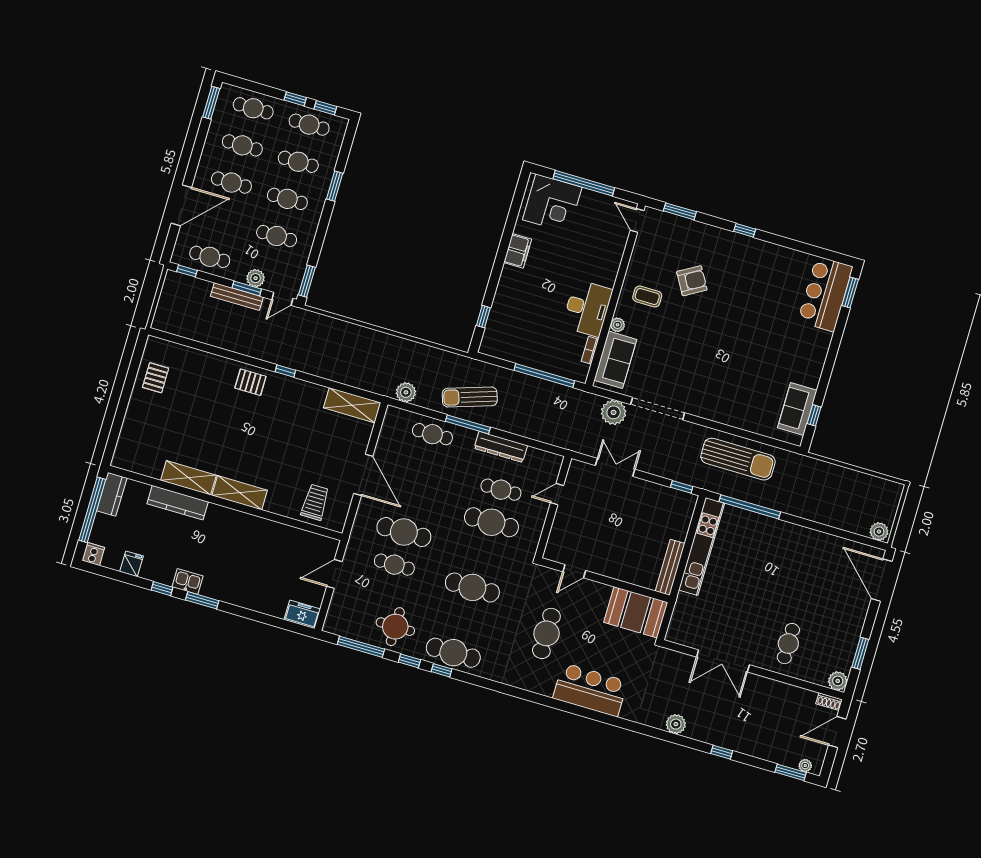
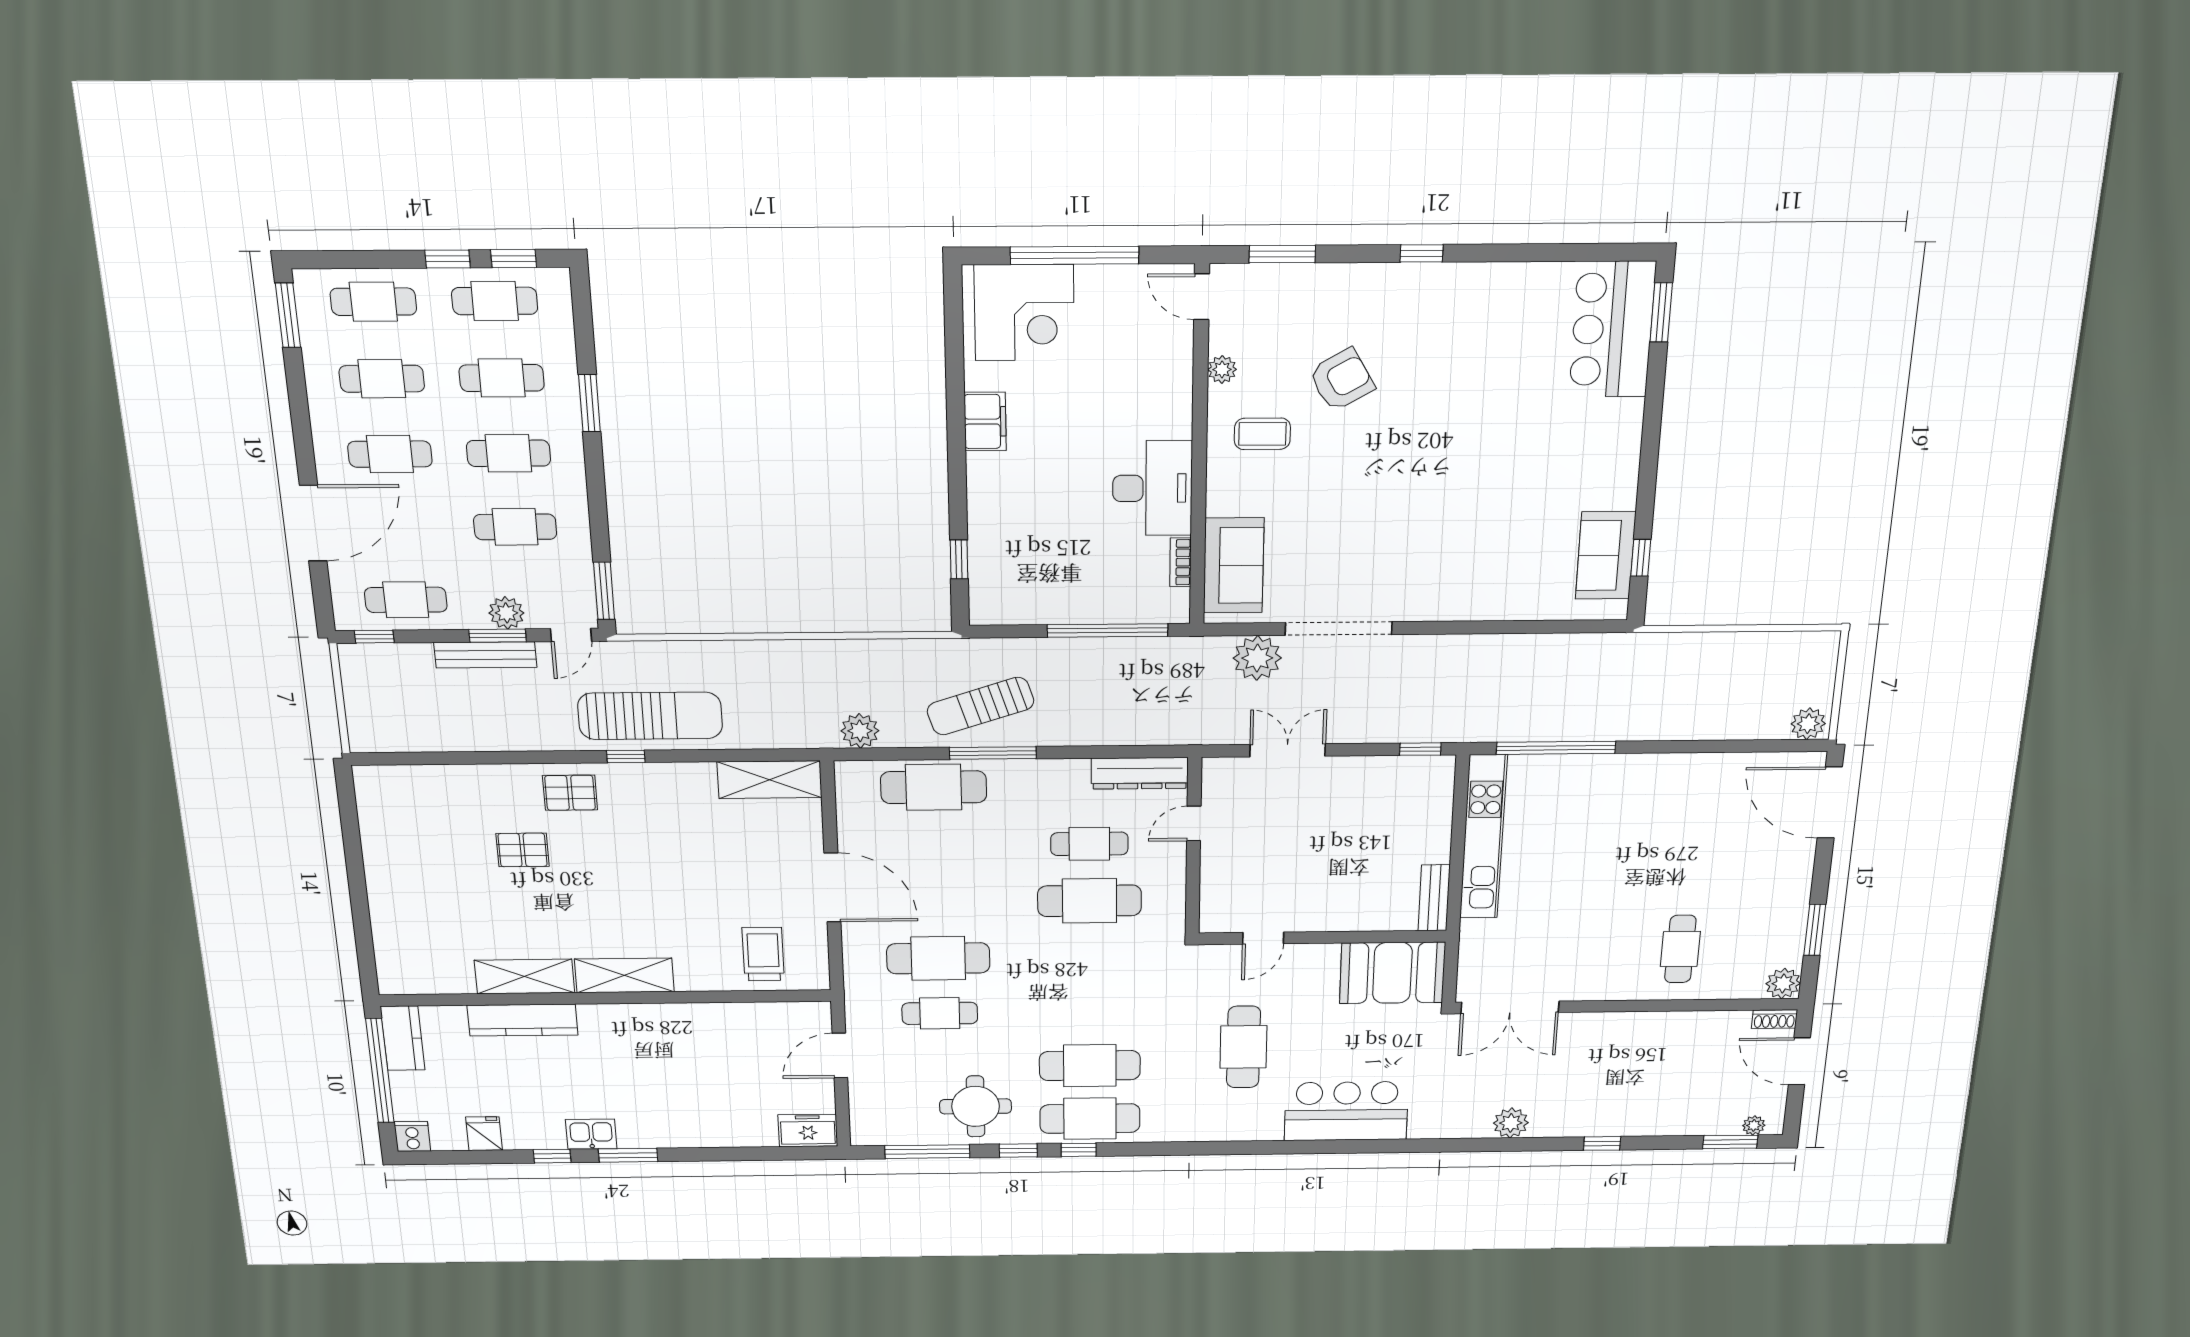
plant: (618, 325) -> (1222, 370), moved
pallet: (156, 378) -> (523, 850), moved, turned 90
cafe table: (432, 434) -> (934, 787), width x1.37, depth x1.35
dresser: (501, 447) -> (1140, 773), moved
sun lounger: (738, 459) -> (650, 716), moved
bench: (670, 567) -> (1434, 898), width x0.73
cafe table: (472, 587) -> (1090, 1066), moved
double door: (723, 661) -> (1510, 1007), moved
door: (837, 732) -> (1799, 1061), hinge flipped

